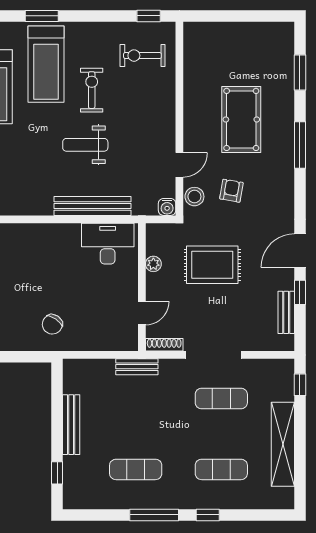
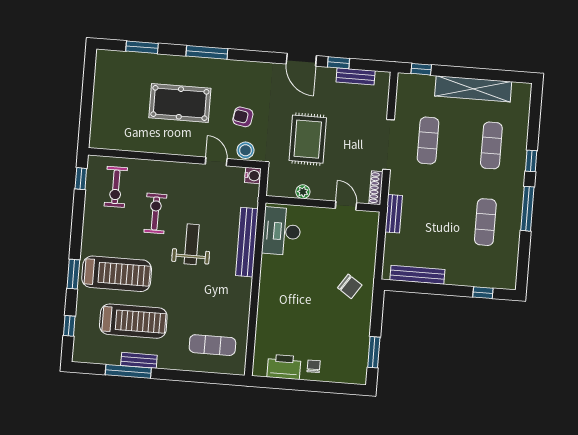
exercise bike: (92, 90) -> (155, 213), moved, turned 90
weight bench: (85, 145) -> (192, 244), turned 180
bench: (71, 425) -> (417, 275), moved

